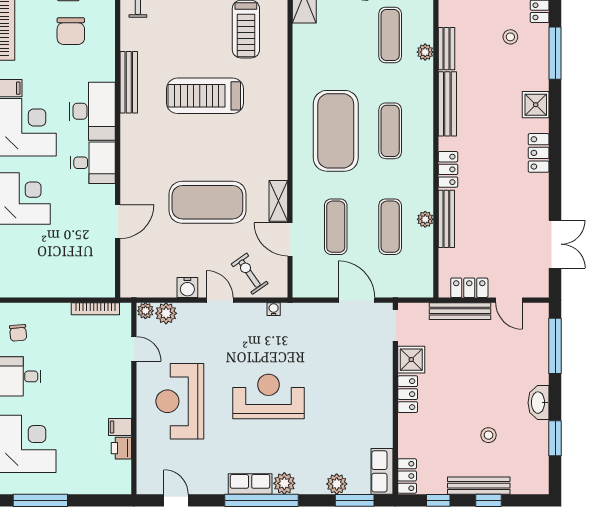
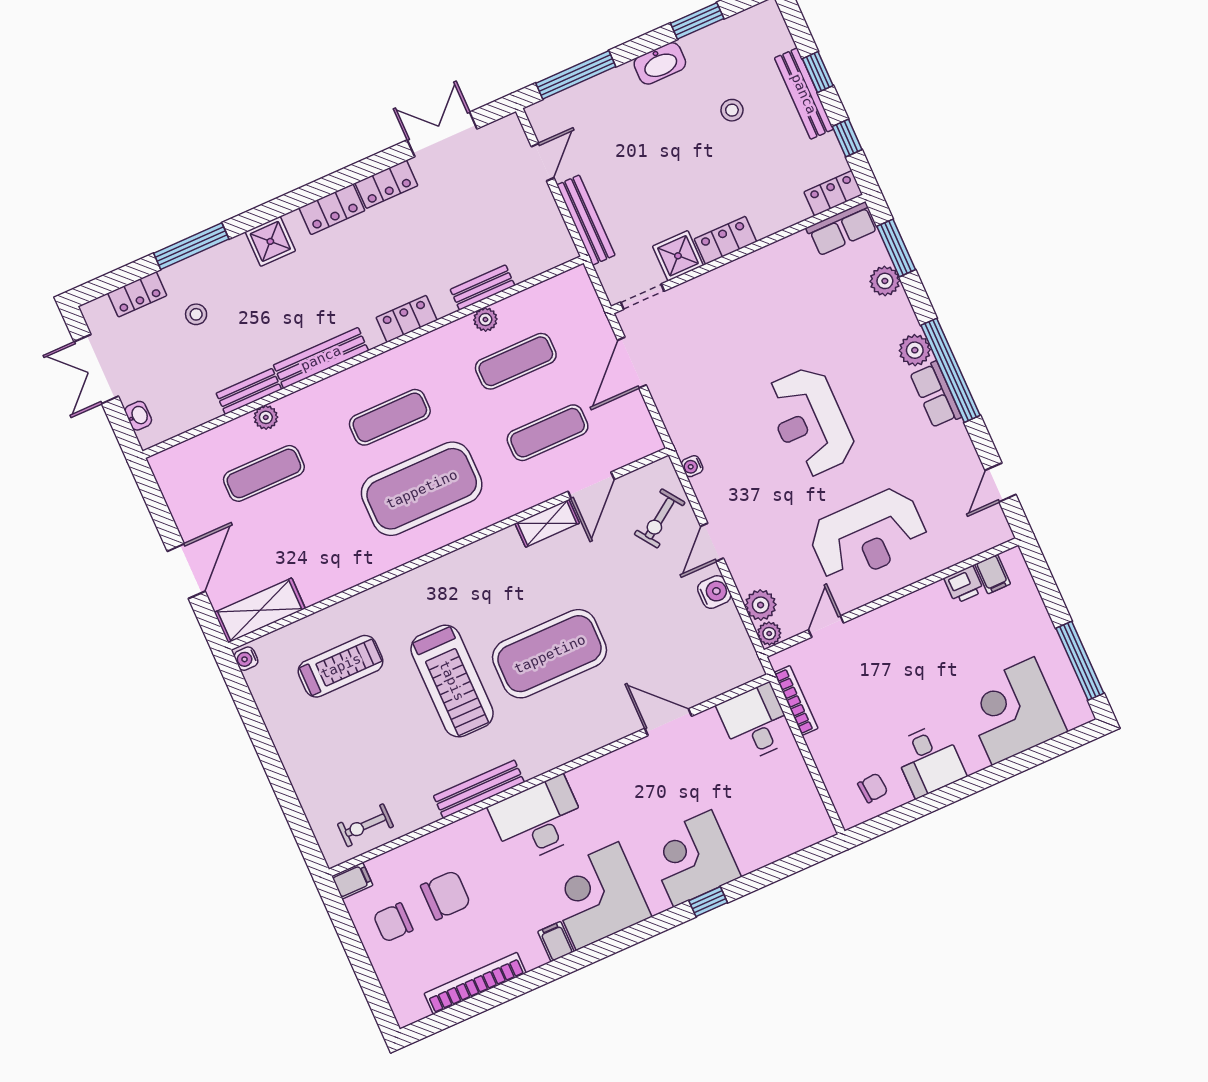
desk: (93, 163) -> (756, 722), moved
exercise mat: (207, 202) -> (550, 654), moved, turned 90
bench: (446, 219) -> (483, 287), width x0.73
locker: (469, 288) -> (386, 184), moved, turned -90
filing cabinet: (120, 427) -> (993, 574), moved

